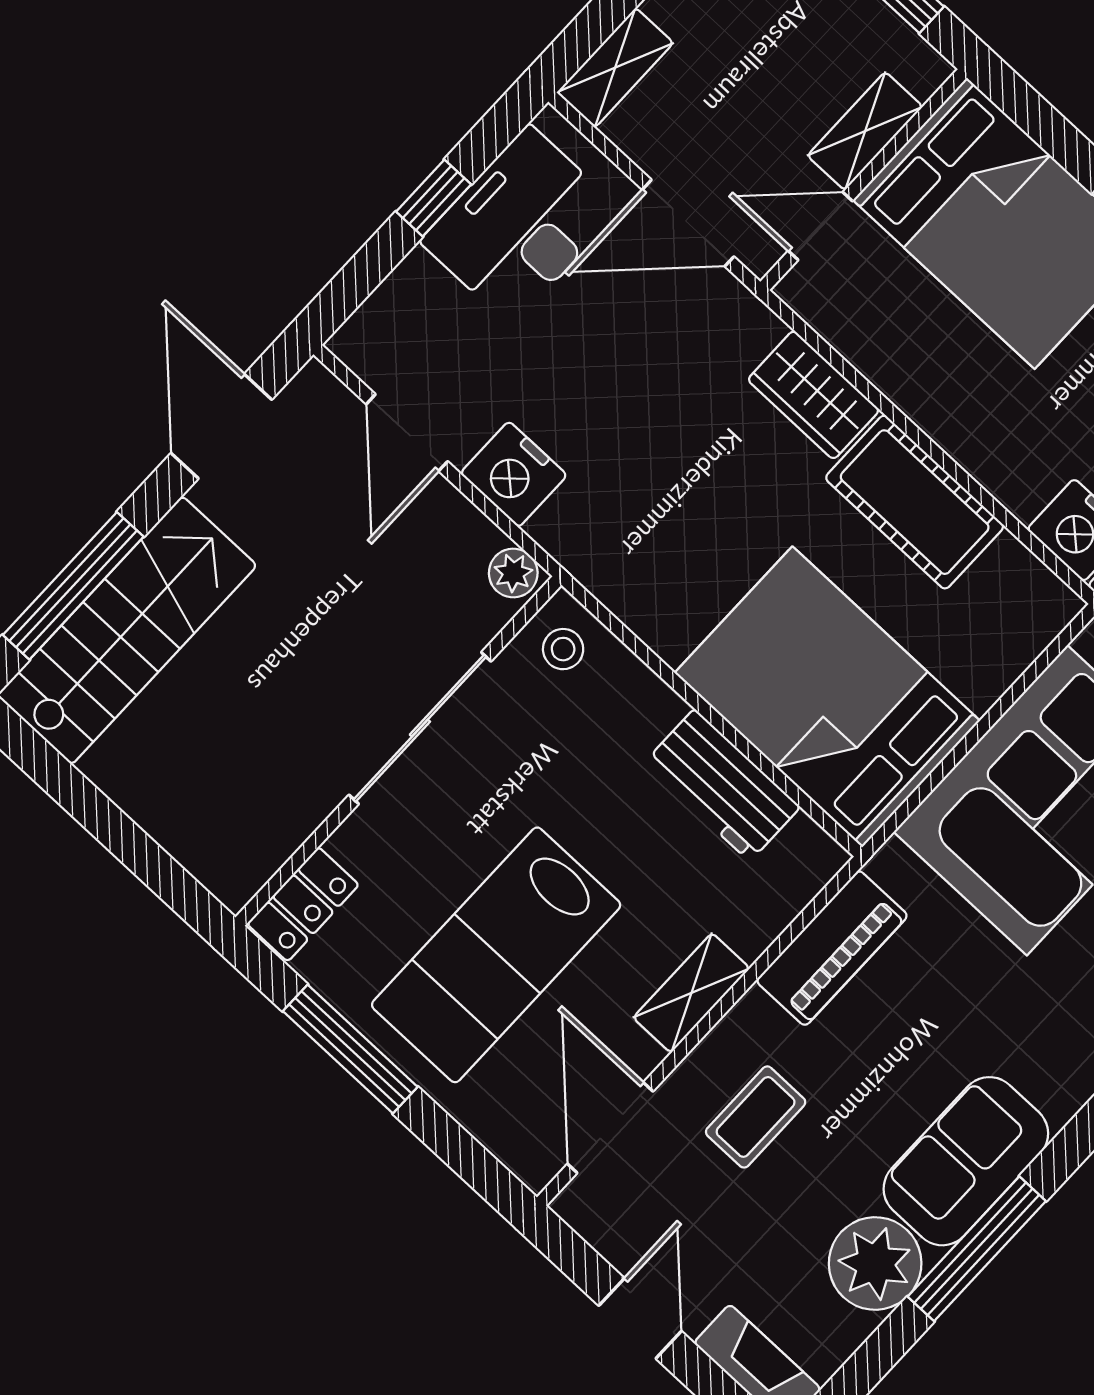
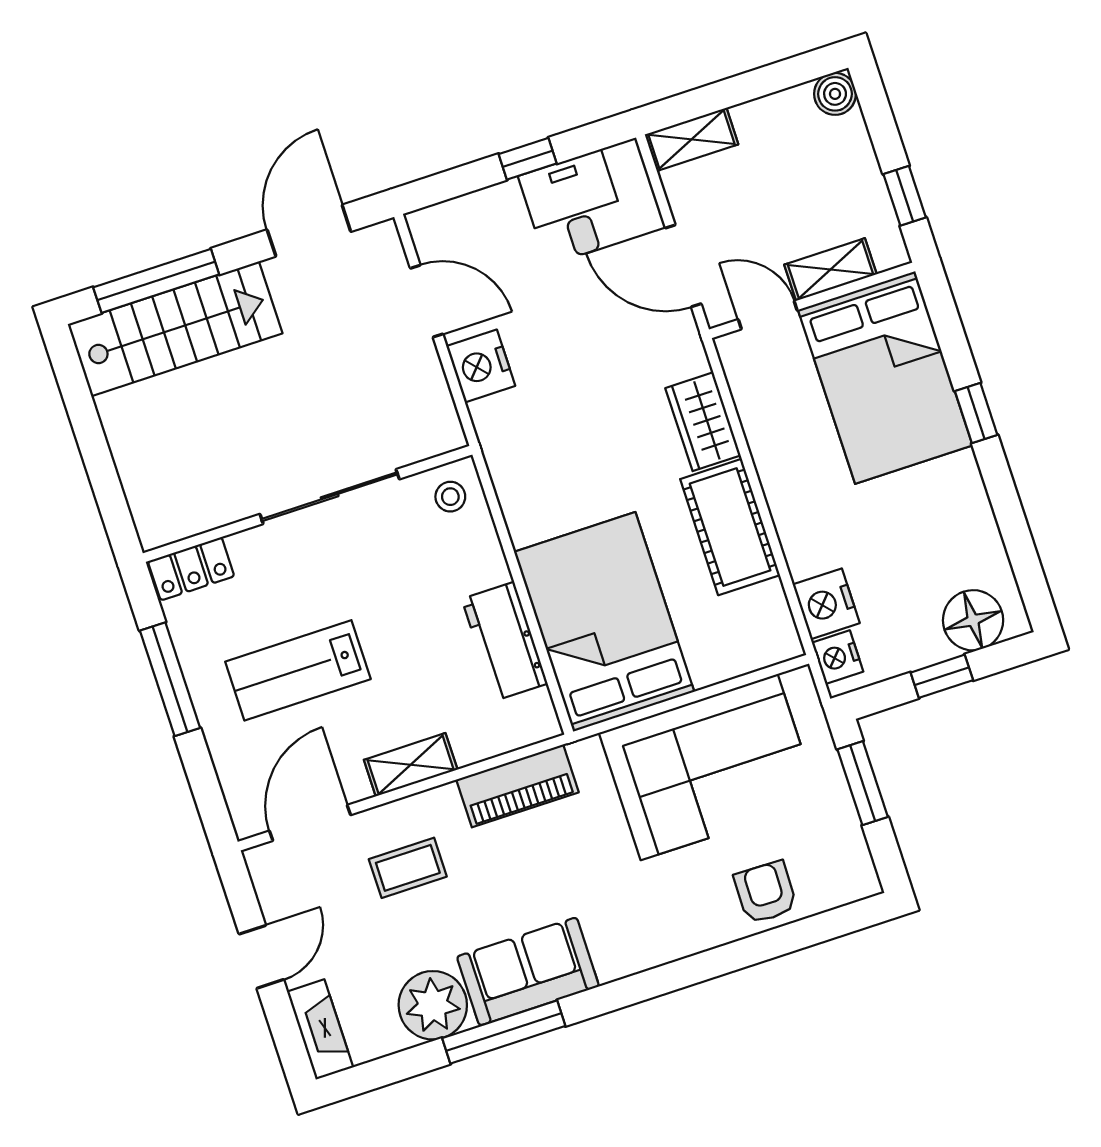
desk: (520, 225) -> (574, 207), width x0.73
door: (407, 433) -> (427, 301), swing flipped
plant: (513, 573) -> (445, 430), removed
lab bench: (496, 955) -> (298, 670), width x0.73, depth x0.72

